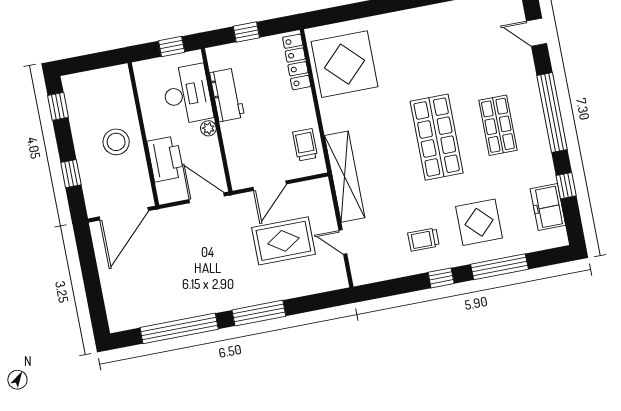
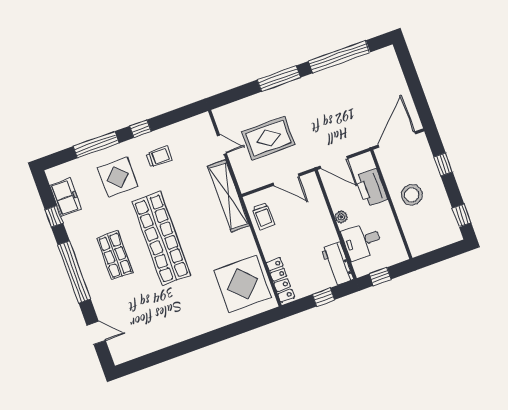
desk: (187, 94) -> (362, 241), width x0.73
workbench: (227, 95) -> (337, 264), moved
shop shelf: (437, 137) -> (161, 238), width x1.40
door: (270, 186) -> (286, 180), swing flipped

